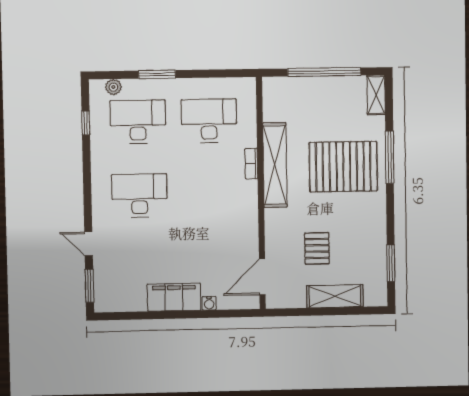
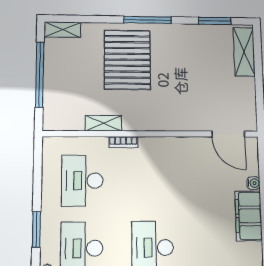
window: (390, 157) -> (148, 20), moved
shelving: (275, 165) -> (103, 123), width x0.45, depth x0.75
pallet: (317, 248) -> (202, 85), removed
shelving: (335, 296) -> (244, 52), moved

